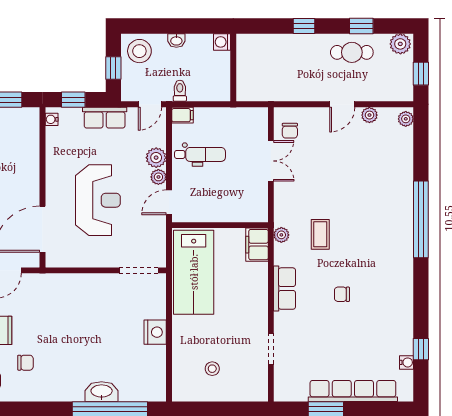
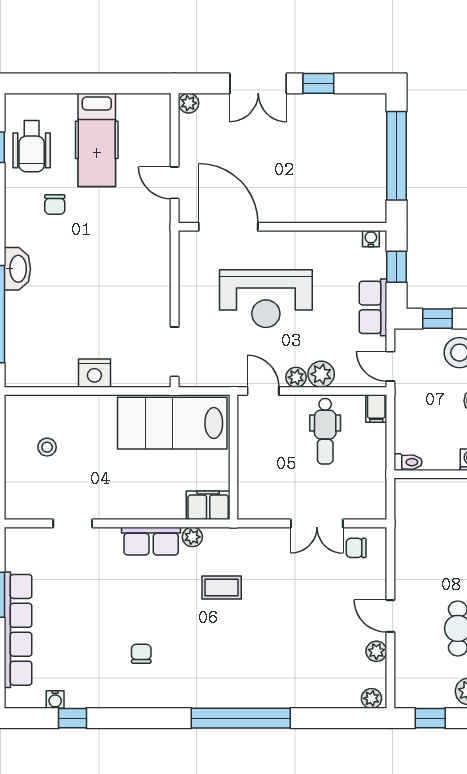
toilet: (180, 91) -> (408, 462), moved
plant: (281, 235) -> (192, 537), moved
chair: (342, 294) -> (141, 654), moved
washbasin: (102, 392) -> (17, 269), moved

